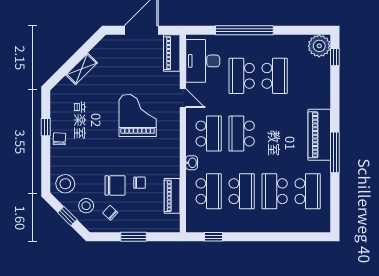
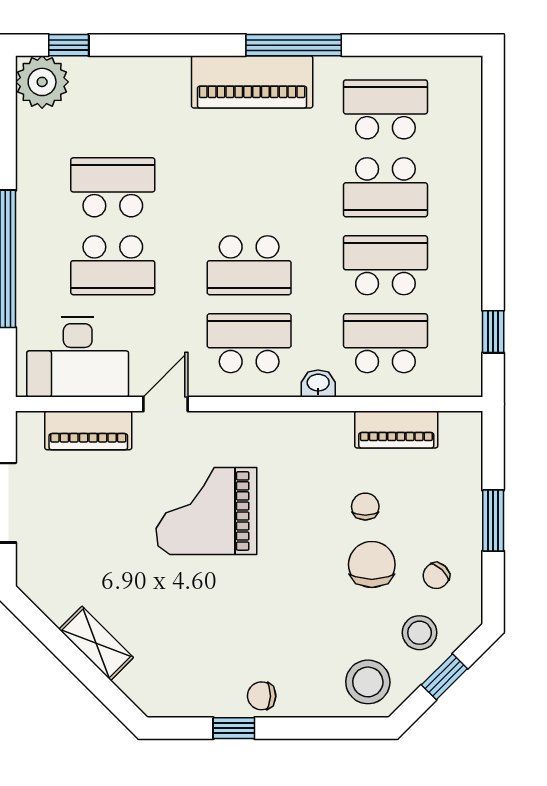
piano: (172, 53) -> (88, 430), moved

